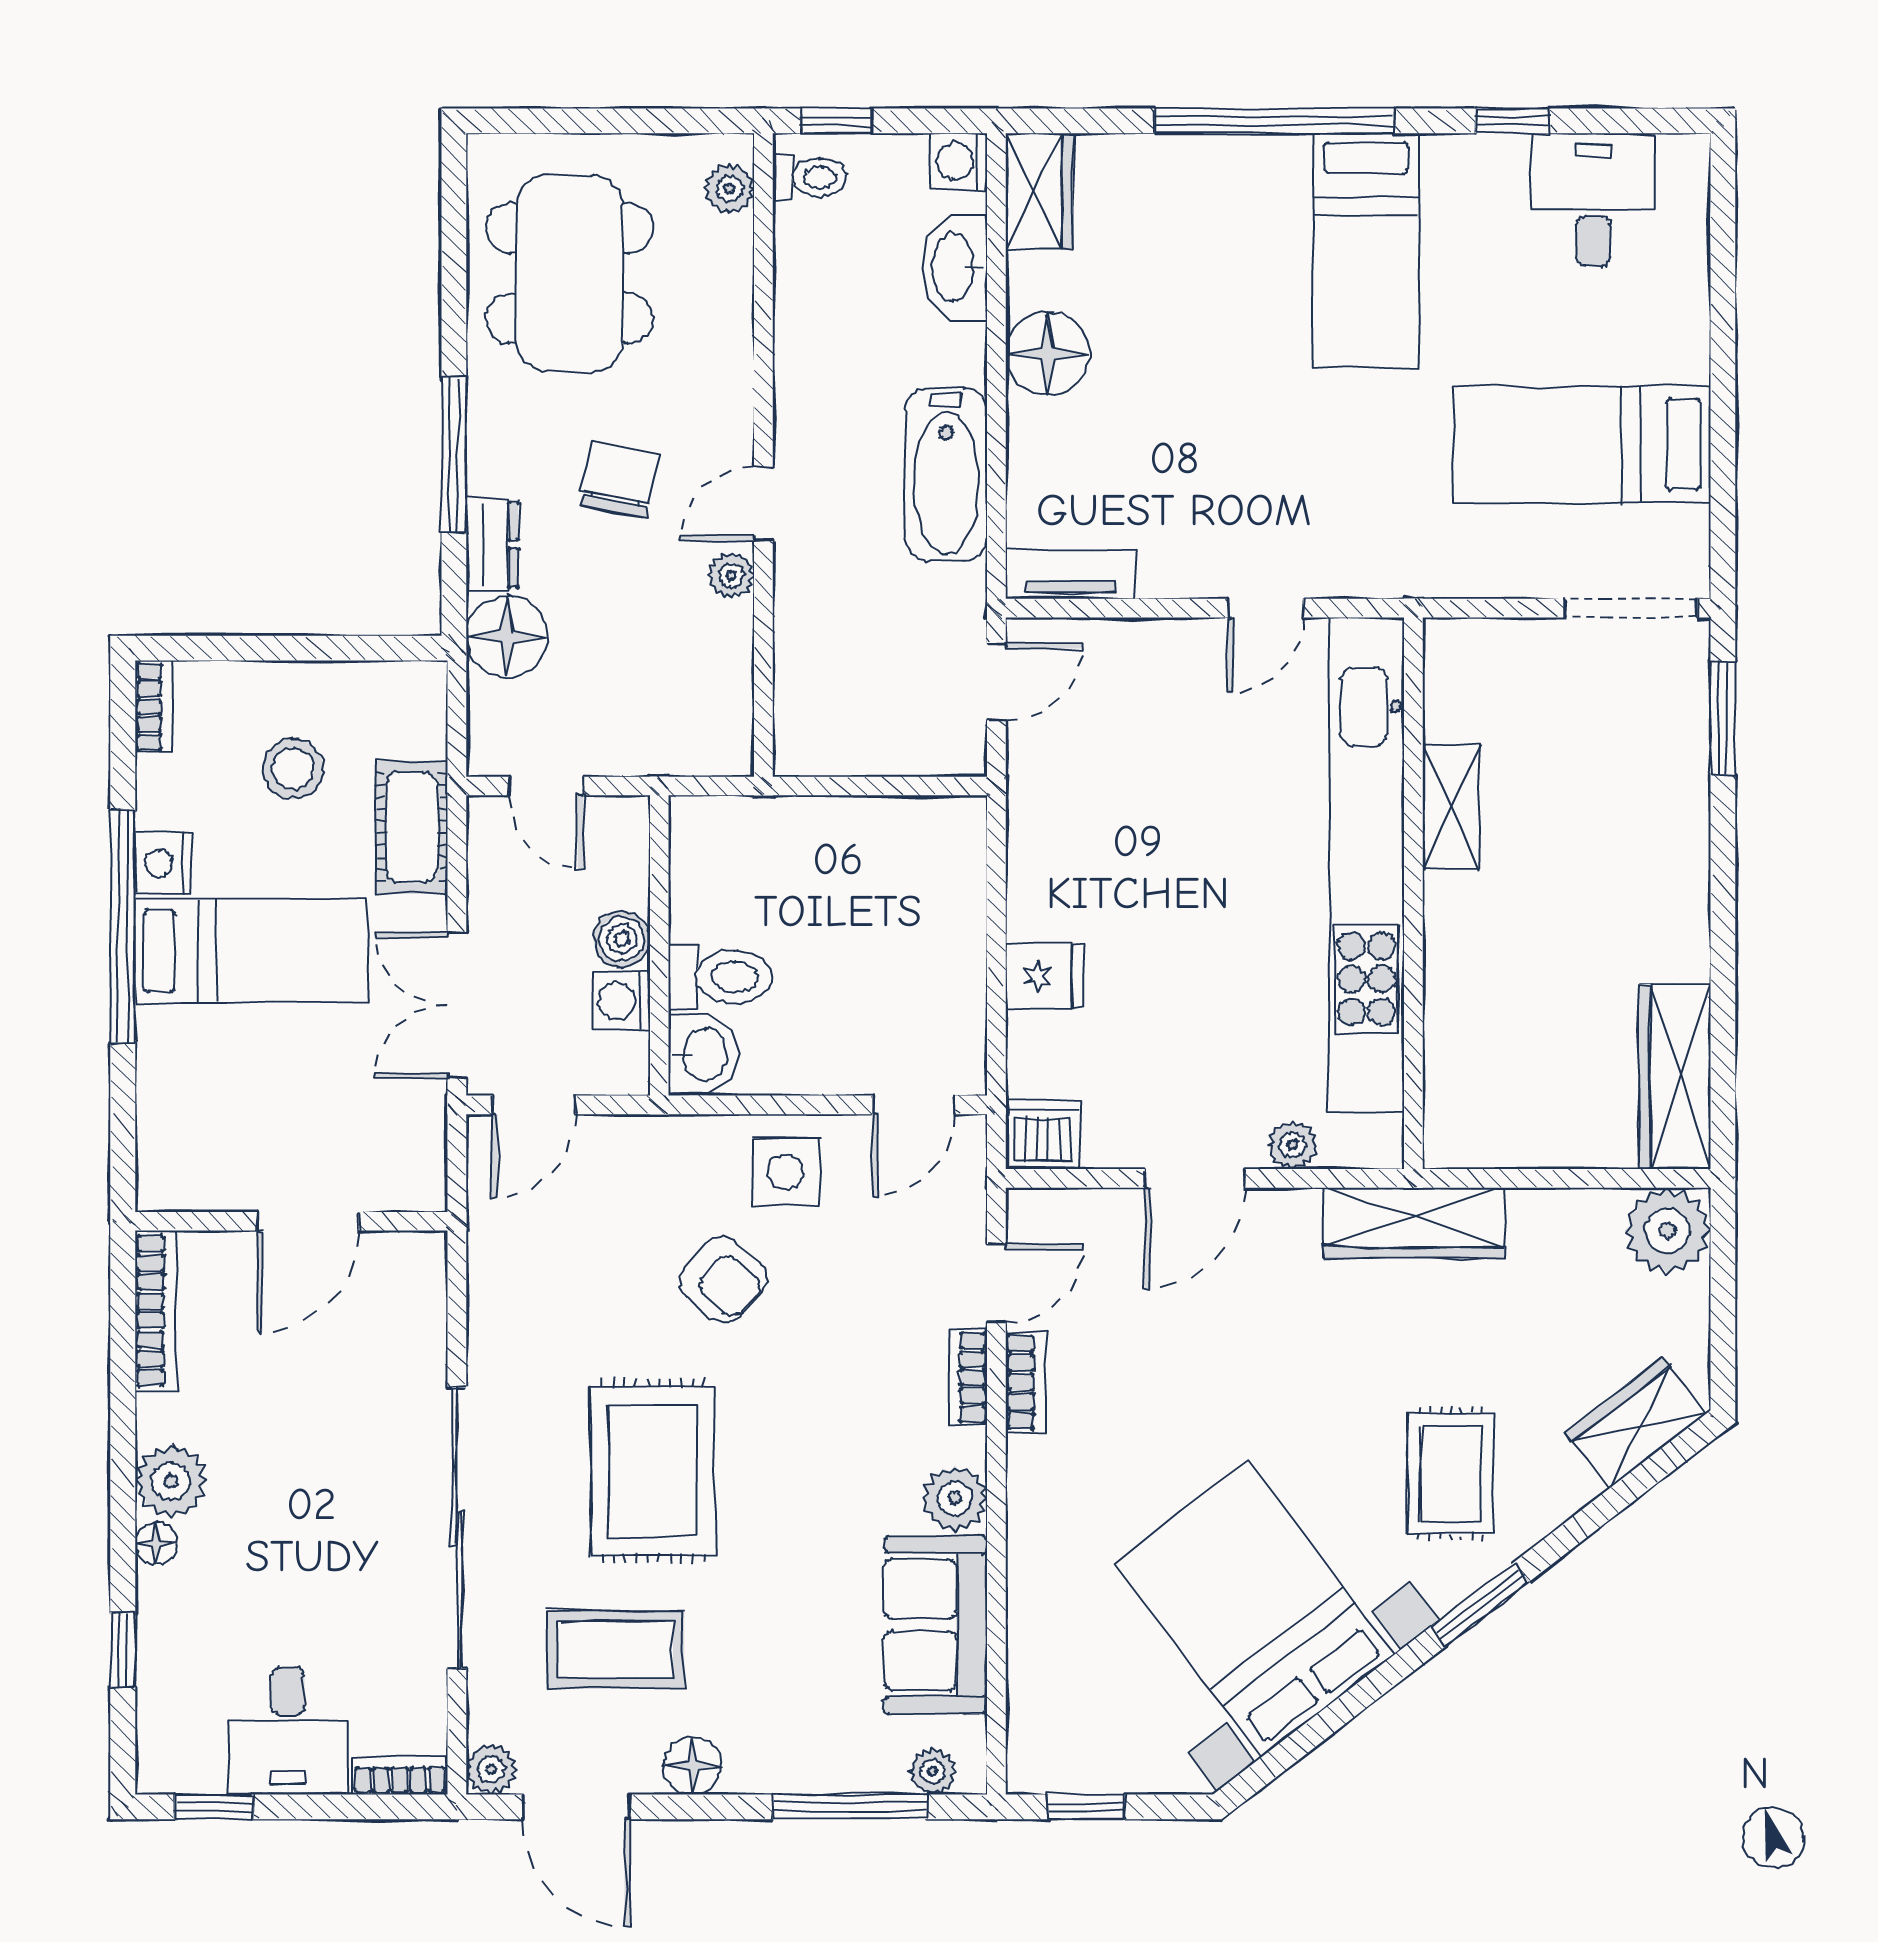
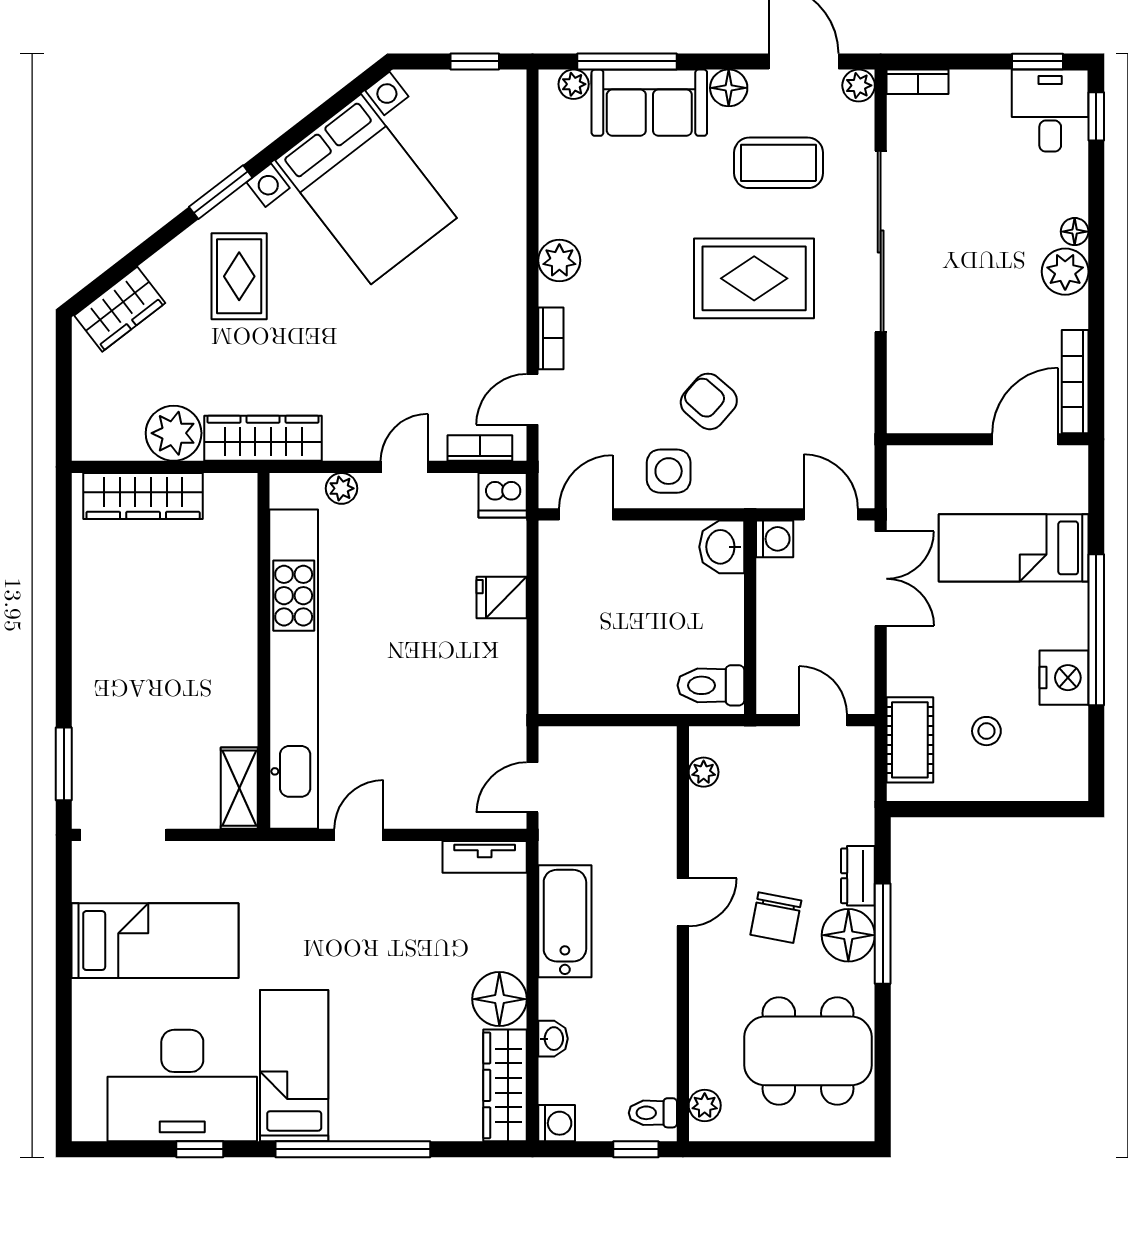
wardrobe: (1039, 191) -> (505, 1085), width x1.50
desk: (1593, 200) -> (182, 1086), width x1.87, depth x1.30
washbasin: (955, 267) -> (553, 1039), width x0.52, depth x0.69
dining table: (569, 273) -> (808, 1051), turned 90
plant: (731, 575) -> (704, 772), moved
floor lamp: (507, 637) -> (848, 935), moved
bookcase: (154, 707) -> (1076, 771), removed
stool: (293, 769) -> (986, 731), width x0.73, depth x0.73
shelving: (1451, 807) -> (239, 788), moved
cot: (412, 827) -> (910, 740), moved
nightstand: (163, 863) -> (1064, 678), width x1.36, depth x1.33
boiler: (622, 939) -> (774, 621), removed
bed: (251, 951) -> (1014, 548), moved
toilet: (720, 977) -> (711, 685), moved
washing machine: (621, 1001) -> (775, 539), moved
wardrobe: (1675, 1077) -> (143, 496), moved, turned 90
door: (534, 1105) -> (831, 514), hinge flipped
door: (1195, 1178) -> (404, 467), width x0.73
door: (308, 1221) -> (1025, 439), moved
plant: (1668, 1231) -> (174, 433), moved
bookcase: (1026, 1382) -> (480, 448), moved, turned 90
rug: (653, 1471) -> (754, 278), turned 90
sofa: (936, 1625) -> (649, 103), moved, turned 90
window: (123, 1649) -> (1096, 116), moved
desk: (288, 1731) -> (1050, 111), moved

